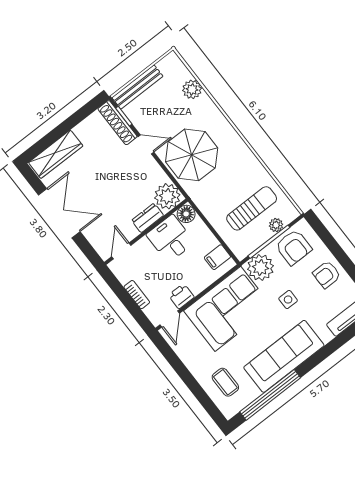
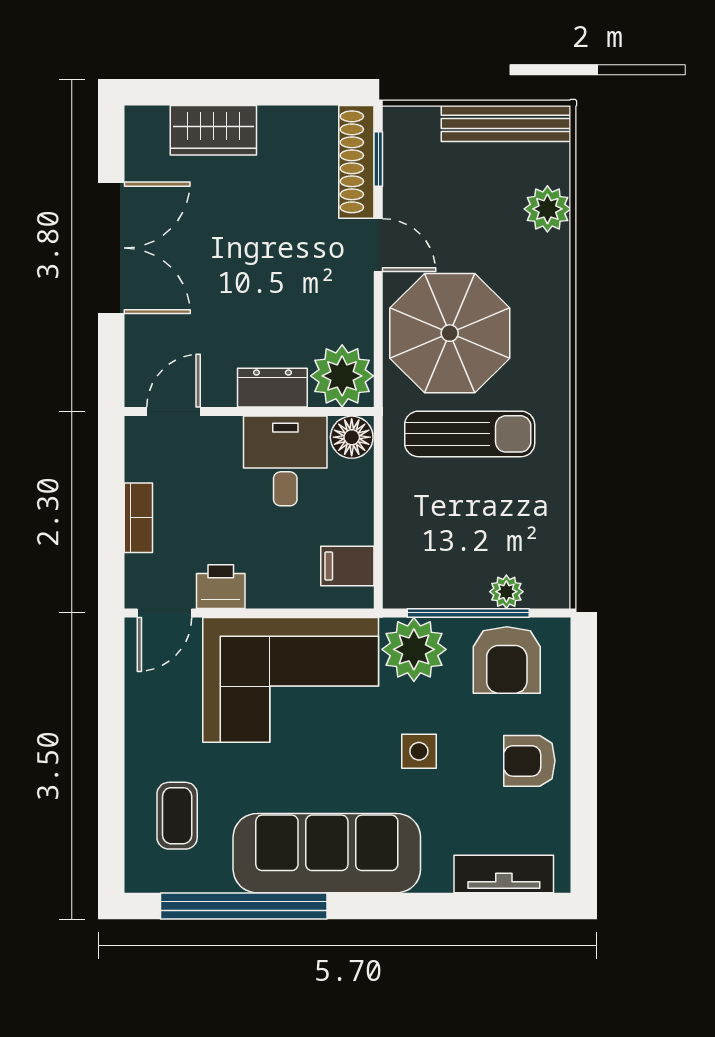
bench: (137, 87) -> (506, 123), moved
wardrobe: (56, 154) -> (213, 130), width x0.67
sun lounger: (252, 208) -> (470, 434), moved

